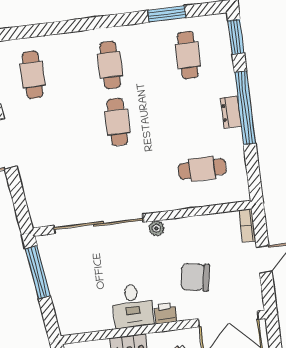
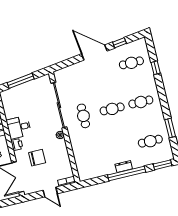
window: (47, 29) -> (156, 68), added
cafe table: (202, 169) -> (83, 116), moved
window: (38, 272) -> (21, 81), moved
chair: (195, 277) -> (37, 158), turned 80

